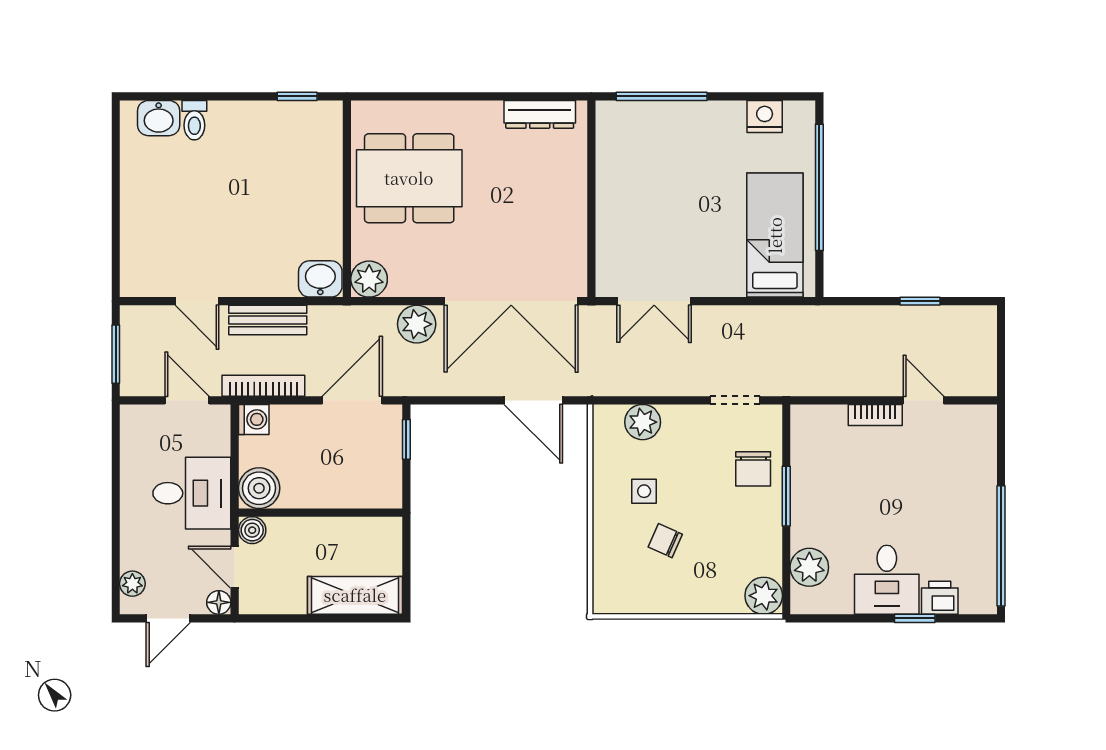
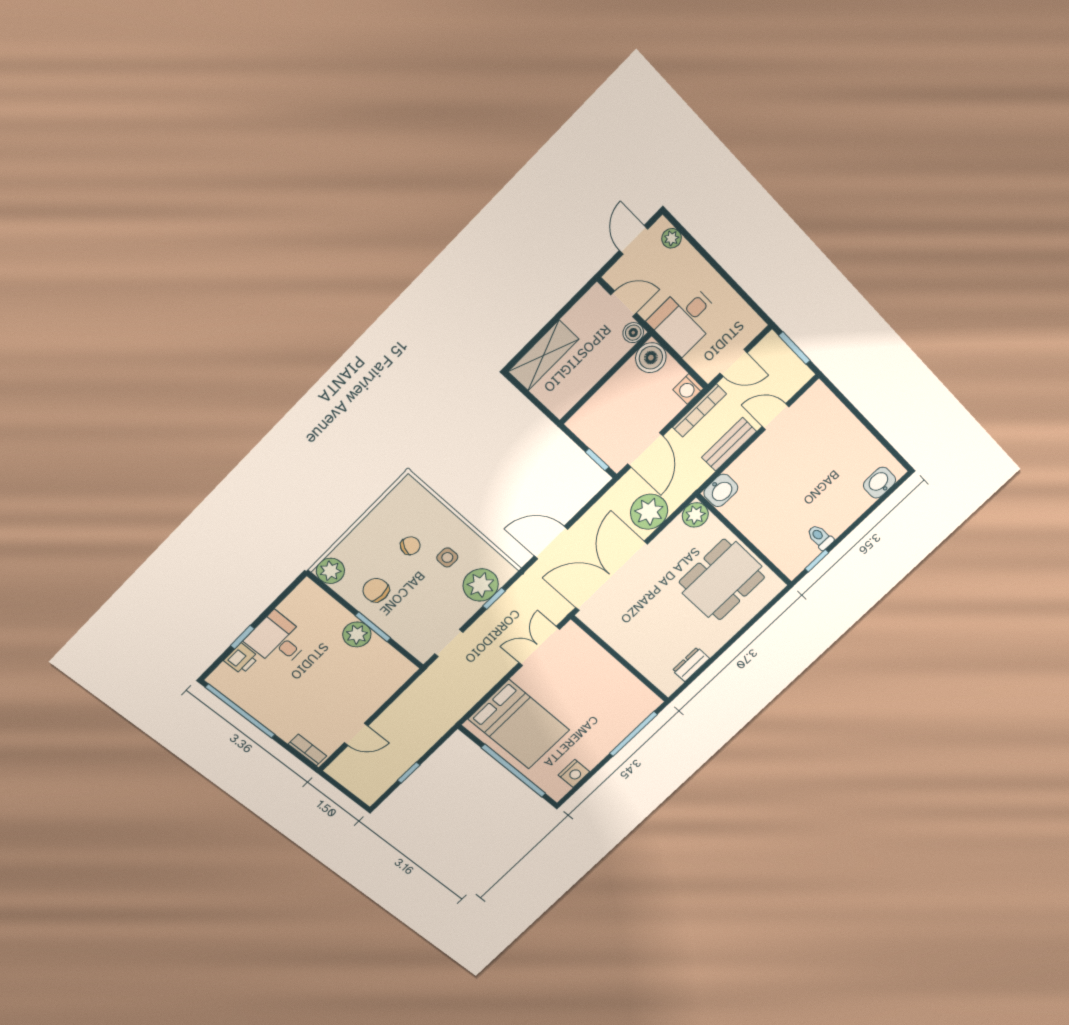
dresser: (540, 114) -> (691, 664), width x0.70
toilet: (194, 120) -> (820, 537), moved
bed: (775, 235) -> (519, 725), width x1.50
plant: (417, 324) -> (649, 512), width x1.36, depth x1.36
window: (645, 400) -> (494, 599), added
bookcase: (875, 415) -> (307, 750), moved, turned 90
plant: (643, 422) -> (481, 585), width x1.36, depth x1.36
chair: (753, 469) -> (376, 590), moved
plant: (809, 567) -> (357, 634), moved
floor lamp: (219, 602) -> (614, 277), removed

